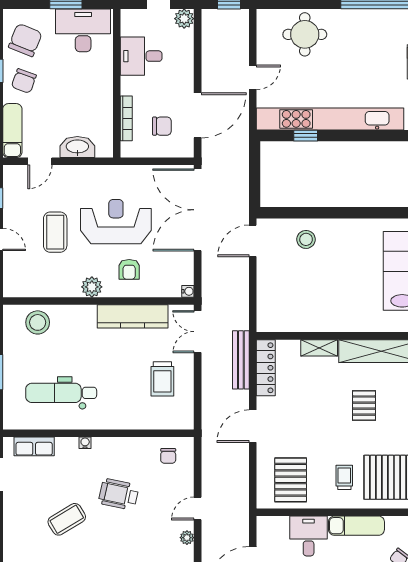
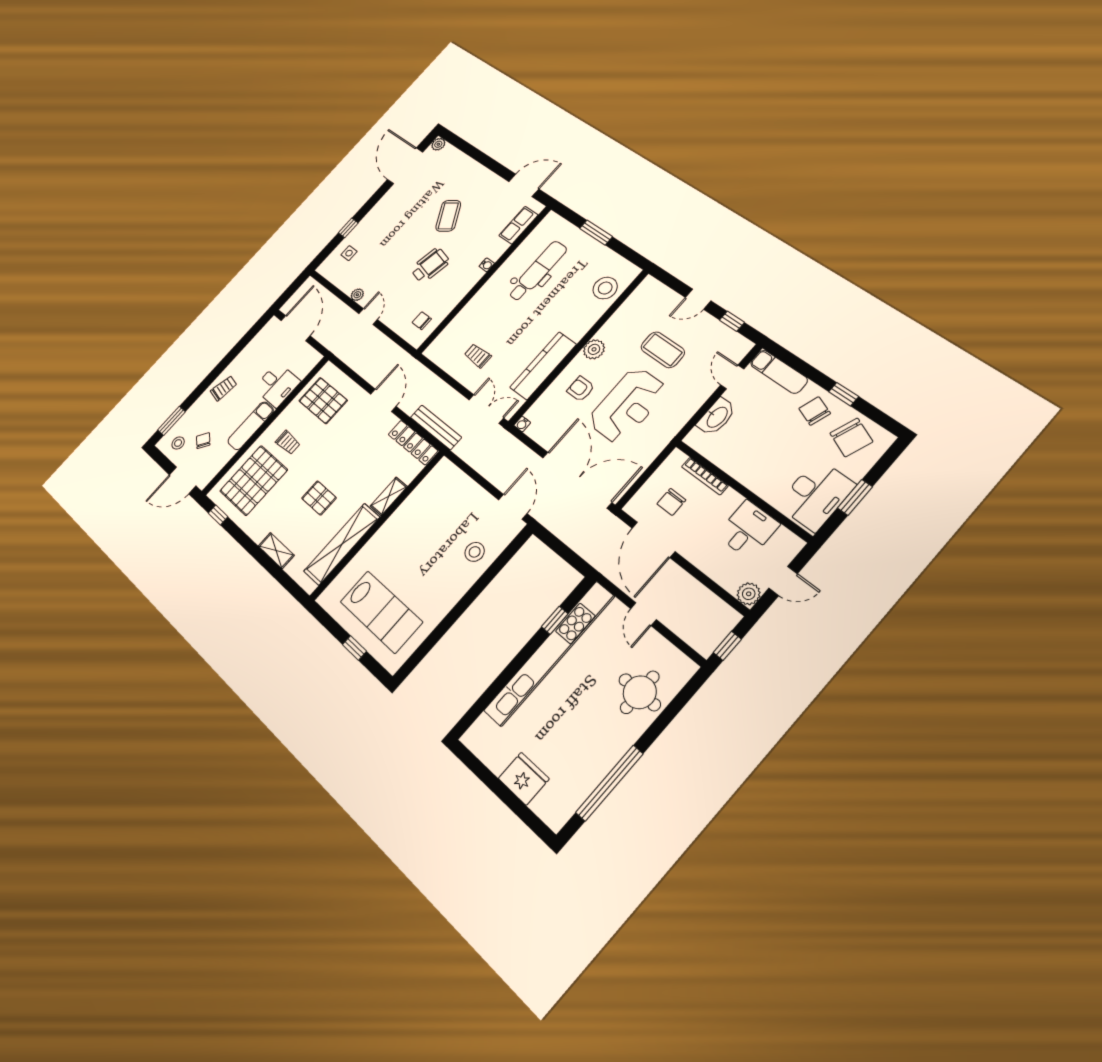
trolley: (162, 379) -> (478, 356), width x0.73, depth x0.72

